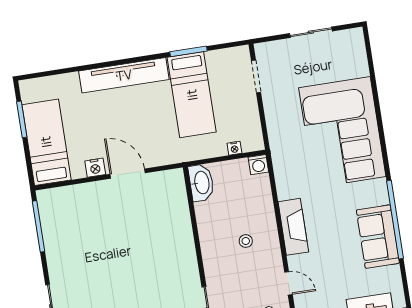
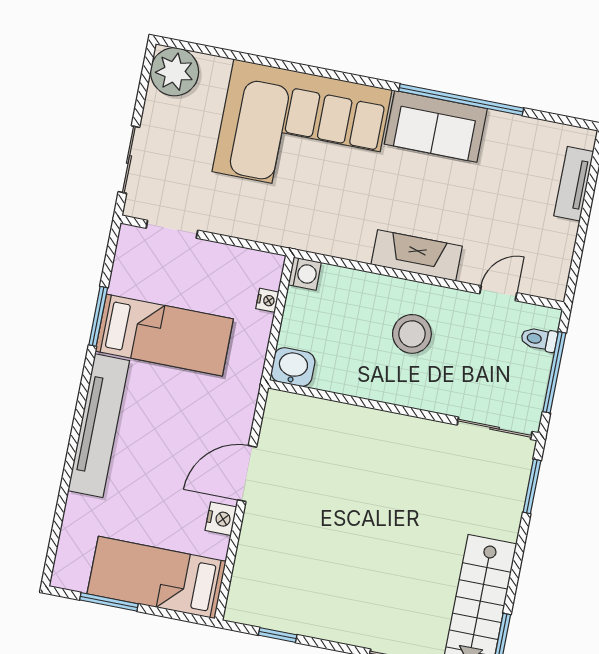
sliding door: (311, 32) -> (129, 160), moved
plant: (350, 44) -> (174, 72), added
washbasin: (201, 183) -> (293, 367), width x0.72
window: (38, 226) -> (278, 635), width x0.46
sofa: (378, 237) -> (436, 126), moved
stool: (246, 241) -> (412, 334), width x1.89, depth x1.89

